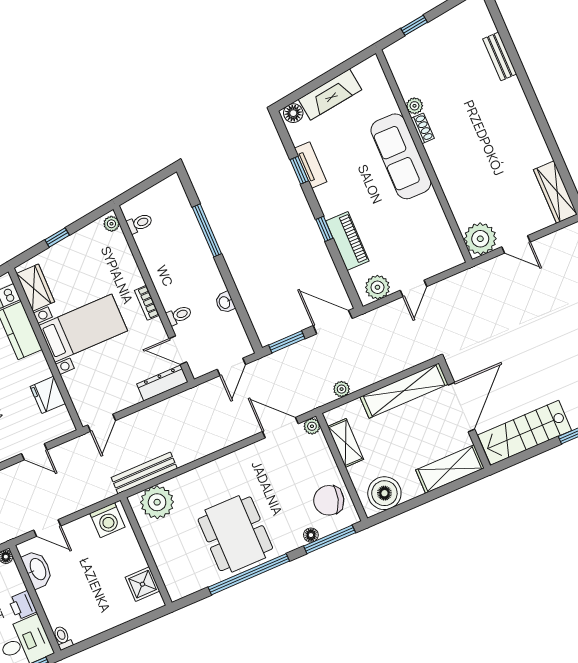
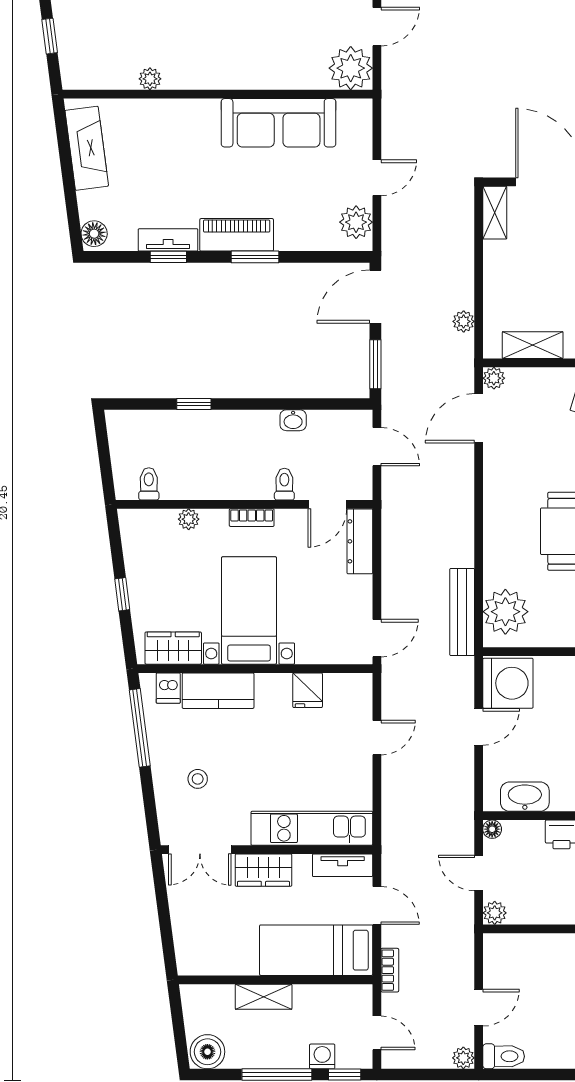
fireplace: (330, 94) -> (87, 148), moved
shoe rack: (423, 128) -> (182, 81), removed
sofa: (401, 156) -> (279, 123), moved
plant: (111, 224) -> (189, 519), moved
window: (324, 229) -> (255, 257), width x1.50
window: (207, 230) -> (194, 404), width x0.46
piano: (347, 241) -> (237, 235), moved
door: (414, 288) -> (377, 178), hinge flipped
shelving: (404, 391) -> (495, 213), width x0.45, depth x0.75
fridge: (48, 395) -> (308, 690), width x0.72
door: (102, 423) -> (377, 638), hinge flipped
washing machine: (107, 520) -> (508, 683), width x1.37, depth x1.37
door: (47, 528) -> (479, 727), moved

